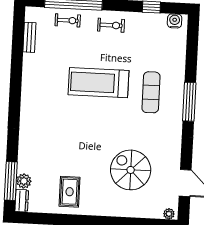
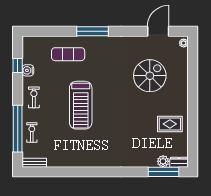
water cooler: (175, 21) -> (28, 70), moved
bench: (29, 37) -> (34, 163), moved
exercise mat: (151, 92) -> (68, 54), moved
spiral stairs: (131, 170) -> (150, 76), turned 180

